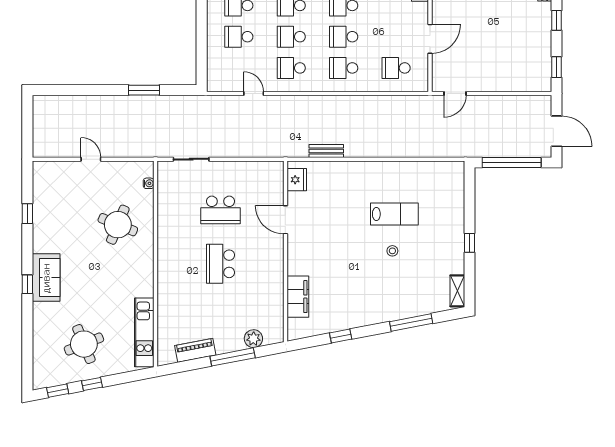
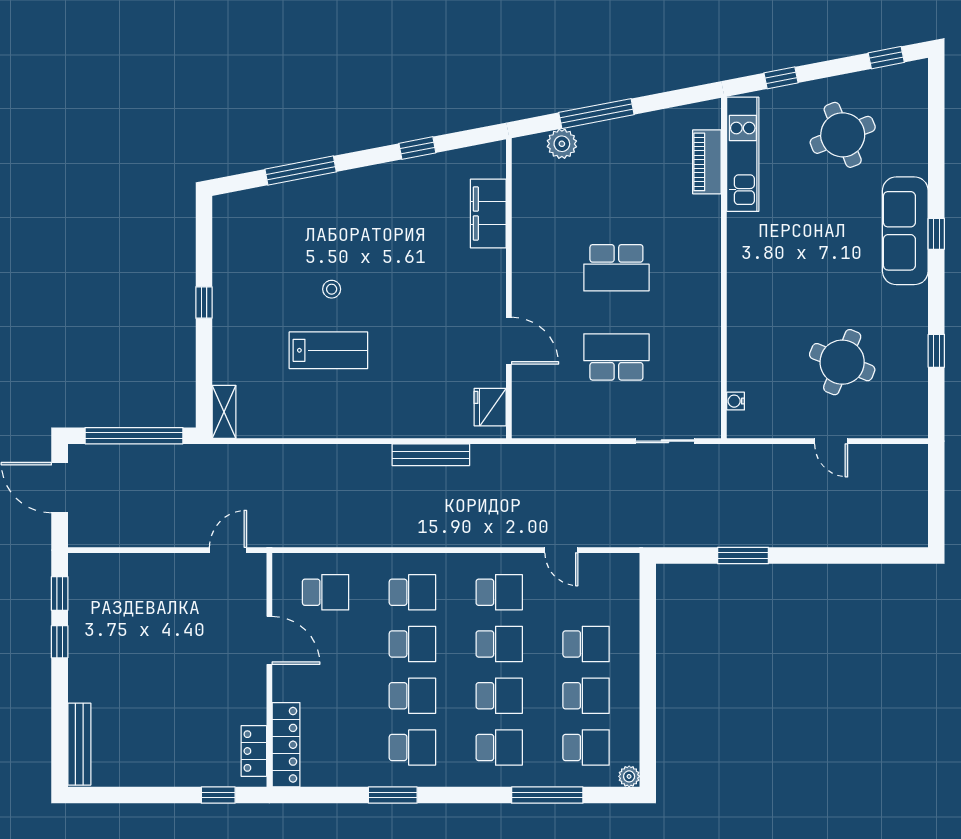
window: (557, 20) -> (60, 642), moved
door: (430, 39) -> (269, 640), swing flipped
bench: (326, 151) -> (431, 455), width x1.36
lab bench: (394, 214) -> (328, 350), turned 180
round table: (118, 225) -> (842, 362), moved
school desk: (220, 264) -> (616, 268), turned 90
sofa: (46, 278) -> (905, 231), width x1.36
shelving: (457, 291) -> (224, 412), moved
piano: (195, 350) -> (707, 162), moved, turned 101
window: (92, 384) -> (781, 78), moved

